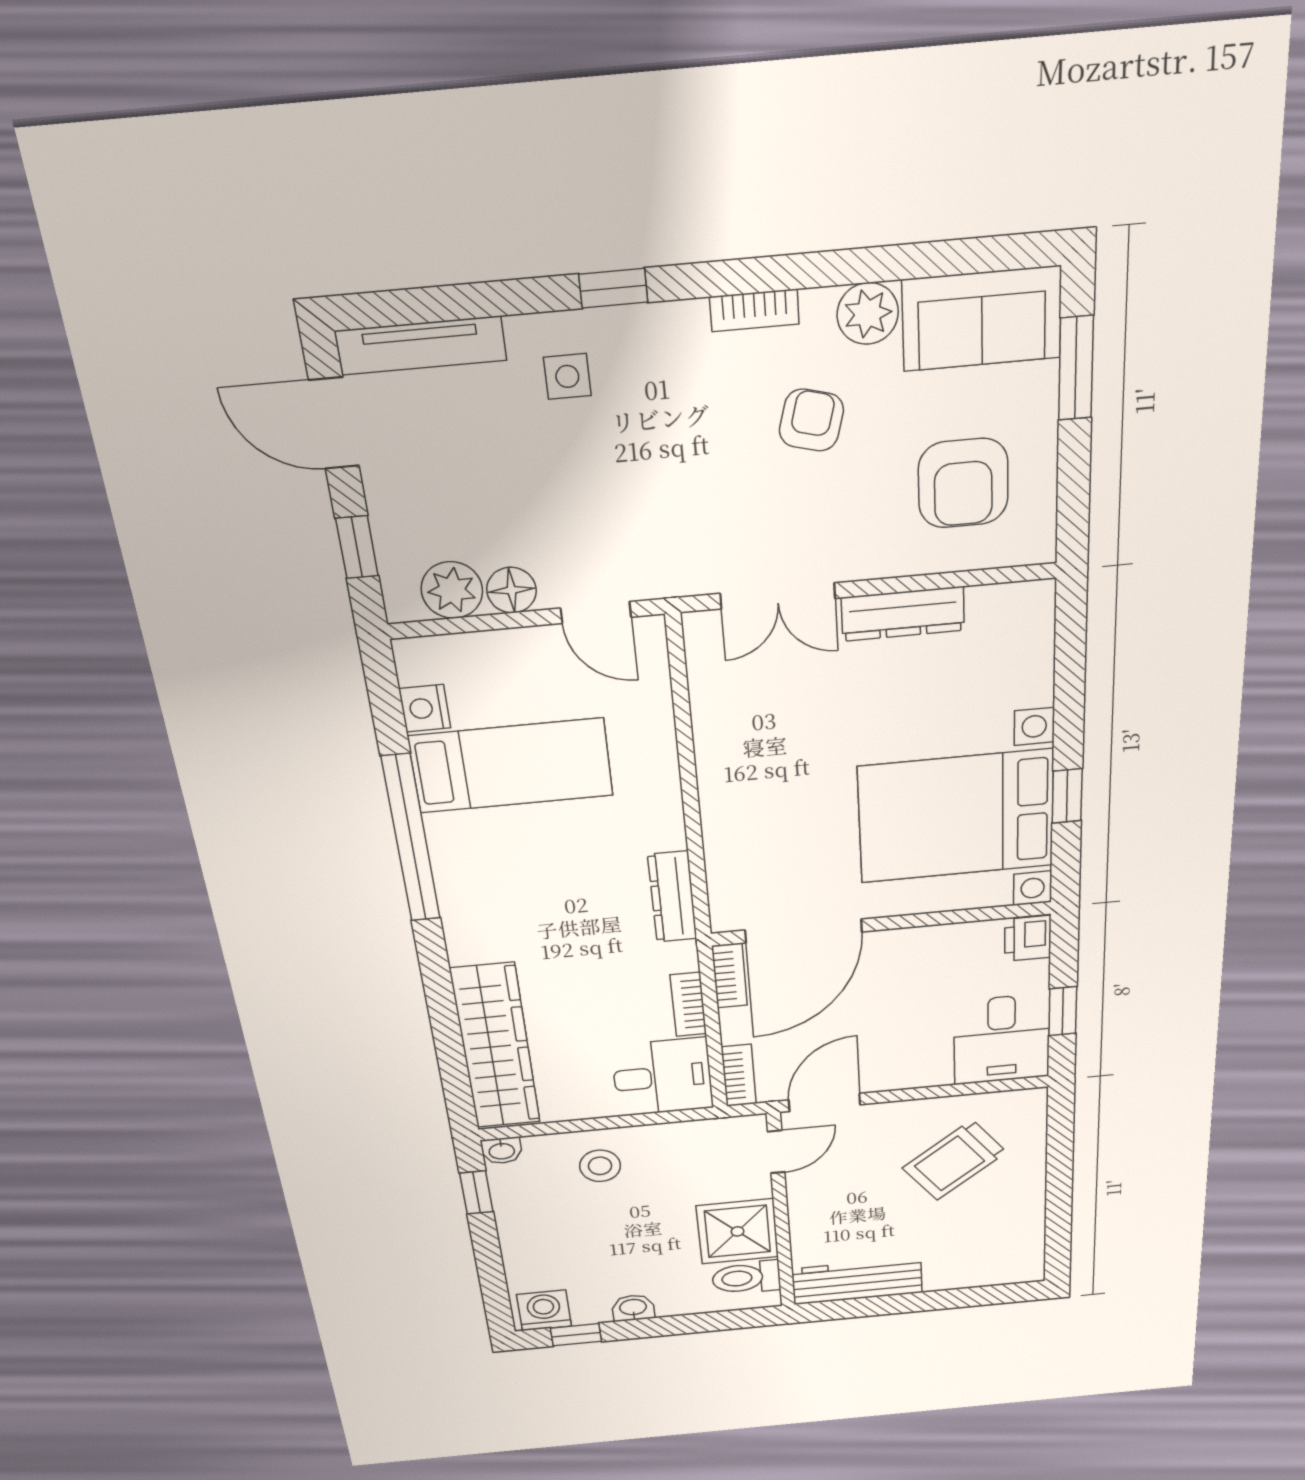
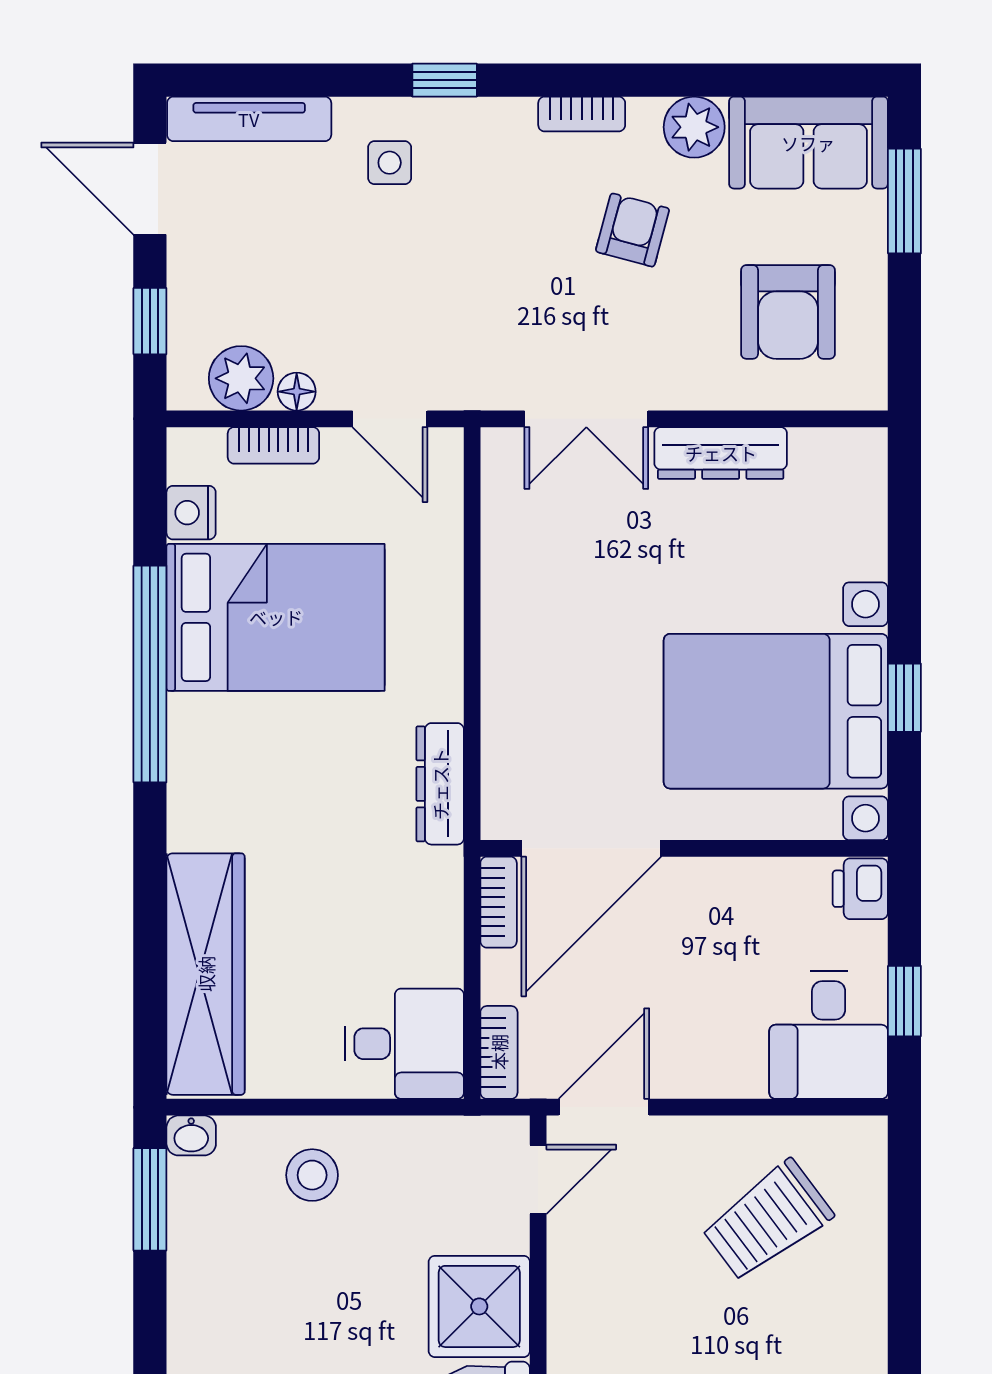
floor lamp: (511, 590) -> (297, 392), width x0.73, depth x0.73
bed: (511, 766) -> (276, 617), width x1.50
bookcase: (688, 1004) -> (273, 445), moved, turned -90
window: (476, 1192) -> (150, 1199), width x1.50

